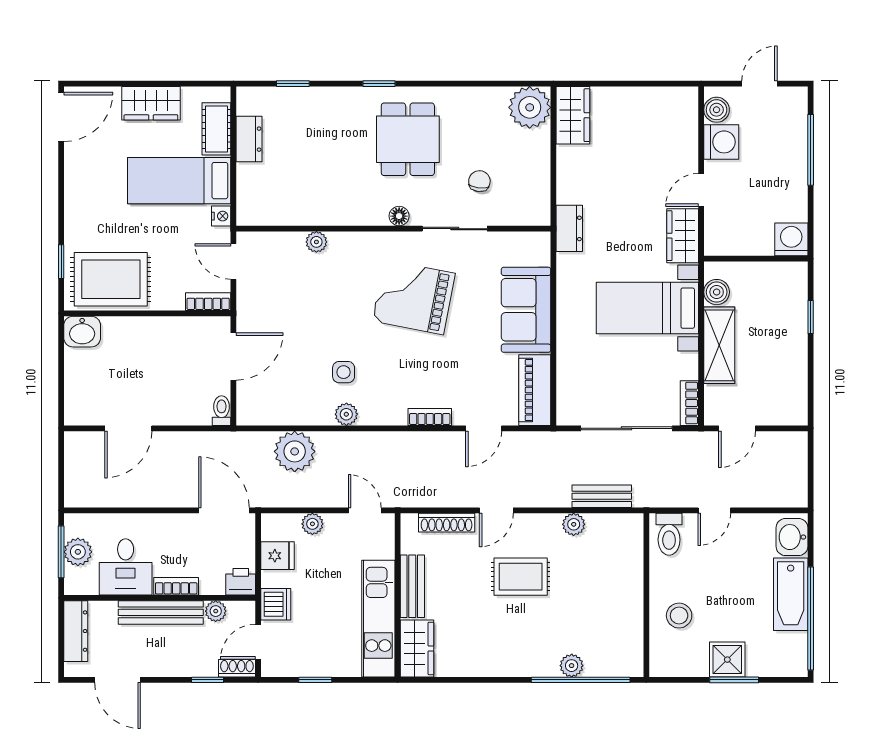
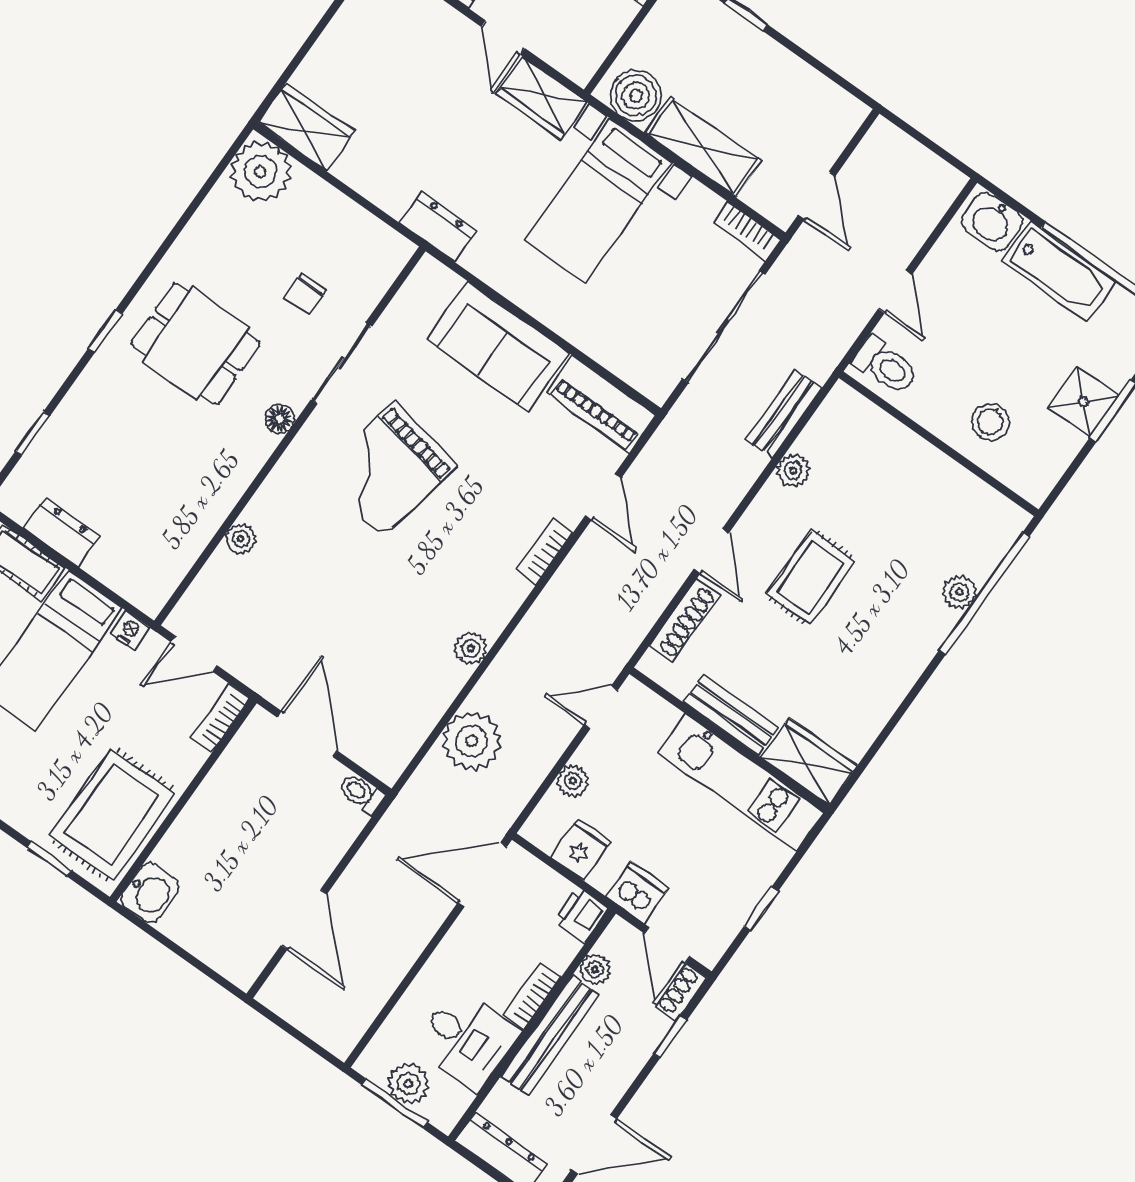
chair: (479, 181) -> (306, 294), turned -97
boiler: (717, 292) -> (636, 96), width x1.36, depth x1.36
side table: (344, 372) -> (418, 616), removed

